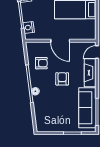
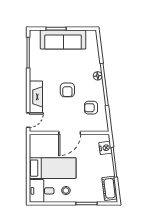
door: (60, 41) -> (70, 133), swing flipped
sofa: (87, 108) -> (63, 39), moved, turned 90

